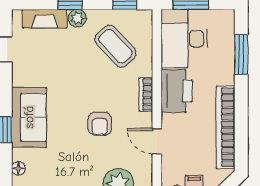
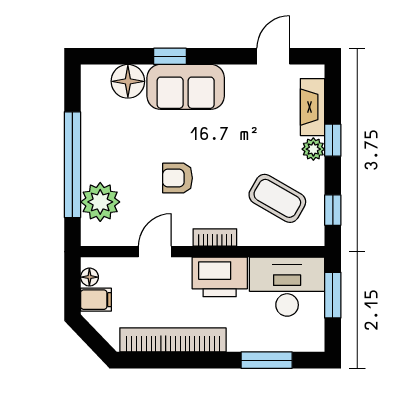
coffee table: (116, 46) -> (277, 198), turned 73
floor lamp: (18, 168) -> (128, 81), width x1.89, depth x1.89

